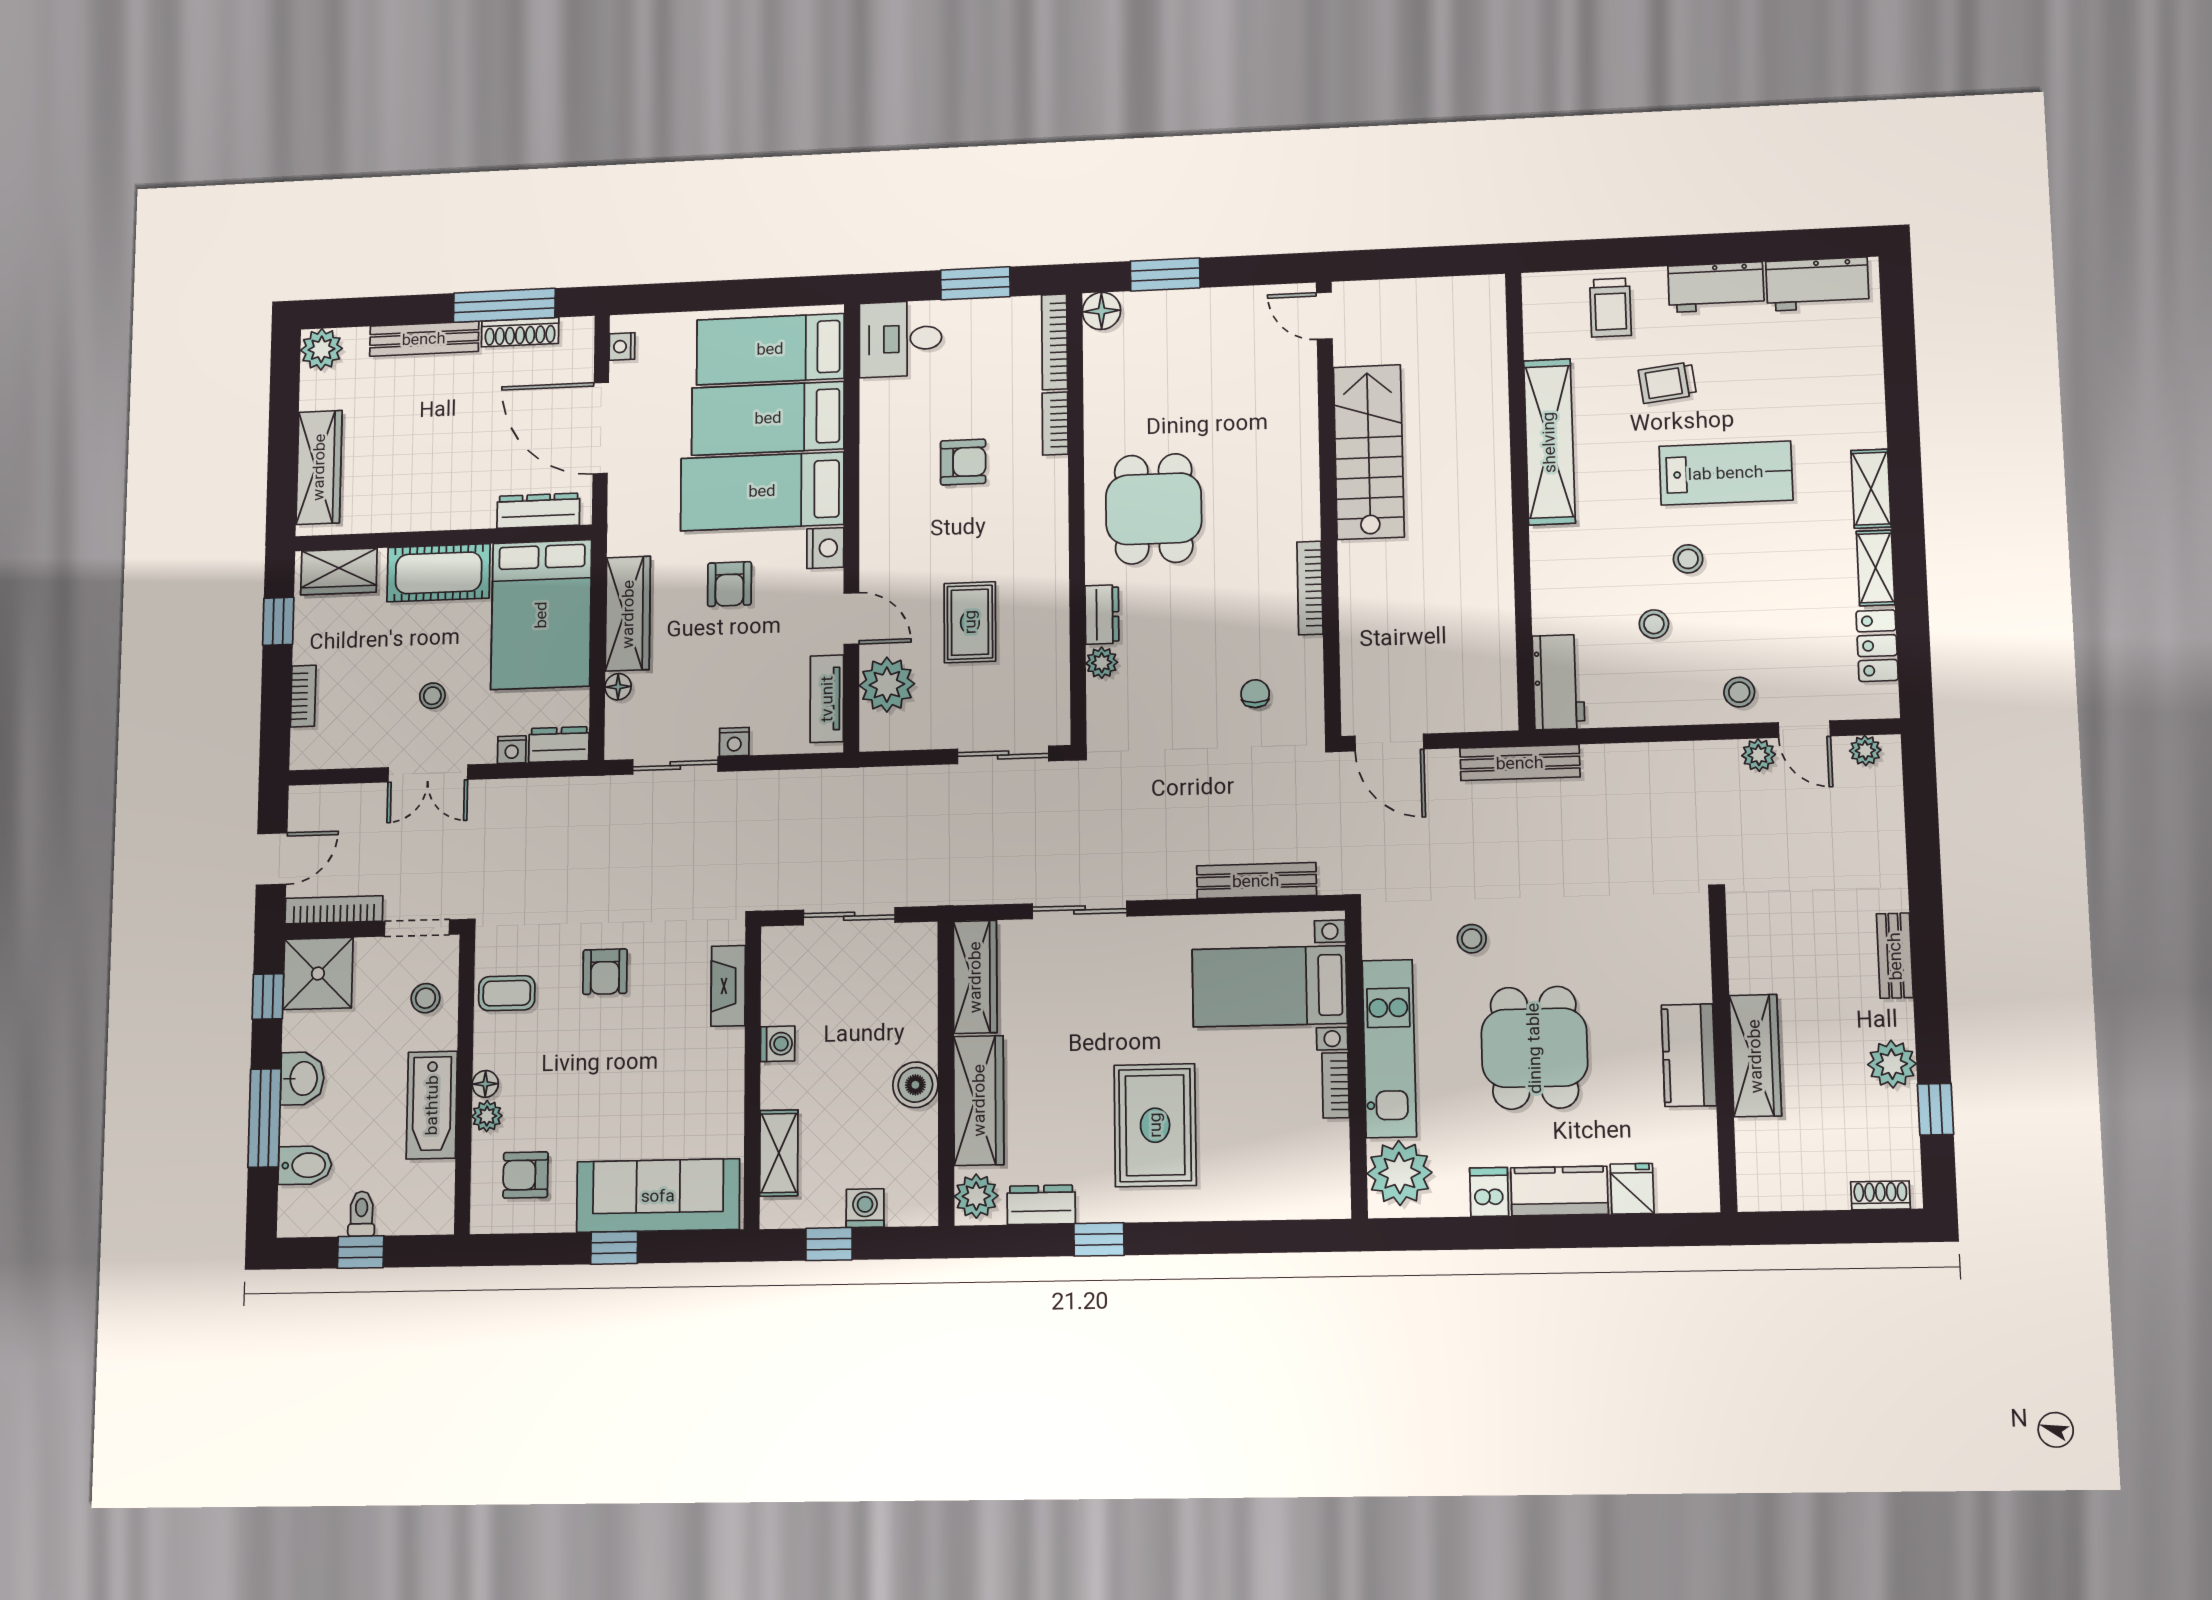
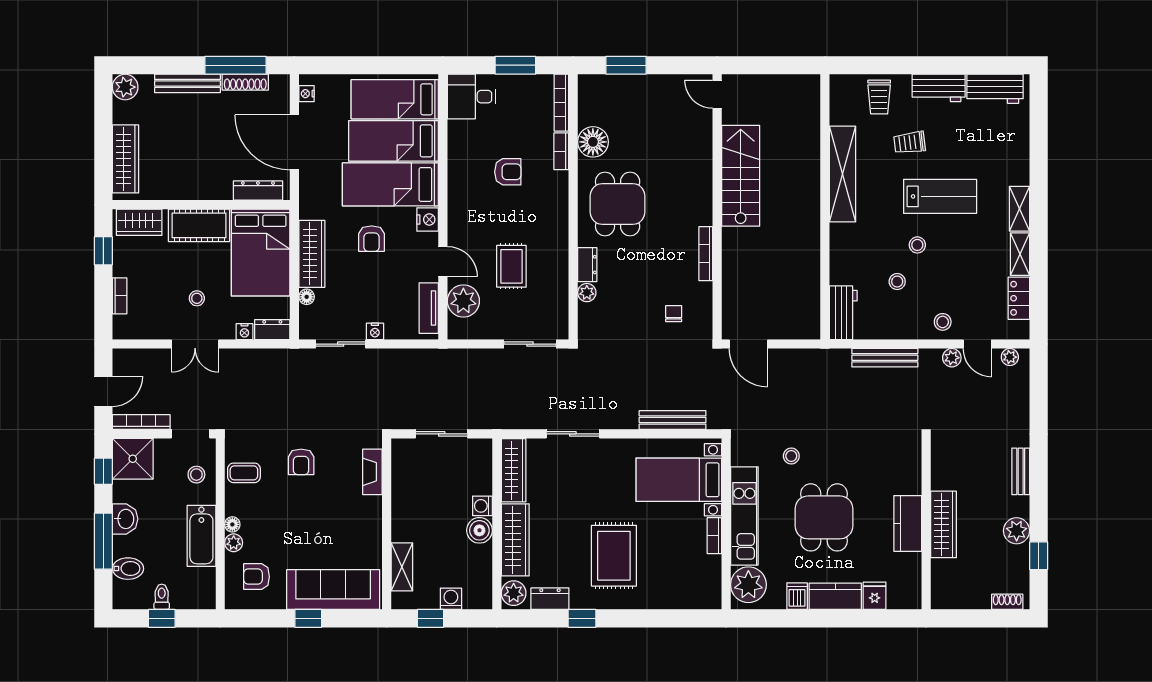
floor lamp: (1101, 311) -> (593, 142), moved, width x1.38, depth x1.38
bench: (1520, 763) -> (885, 358), moved
washing machine: (778, 1044) -> (482, 506), moved, turned 180

